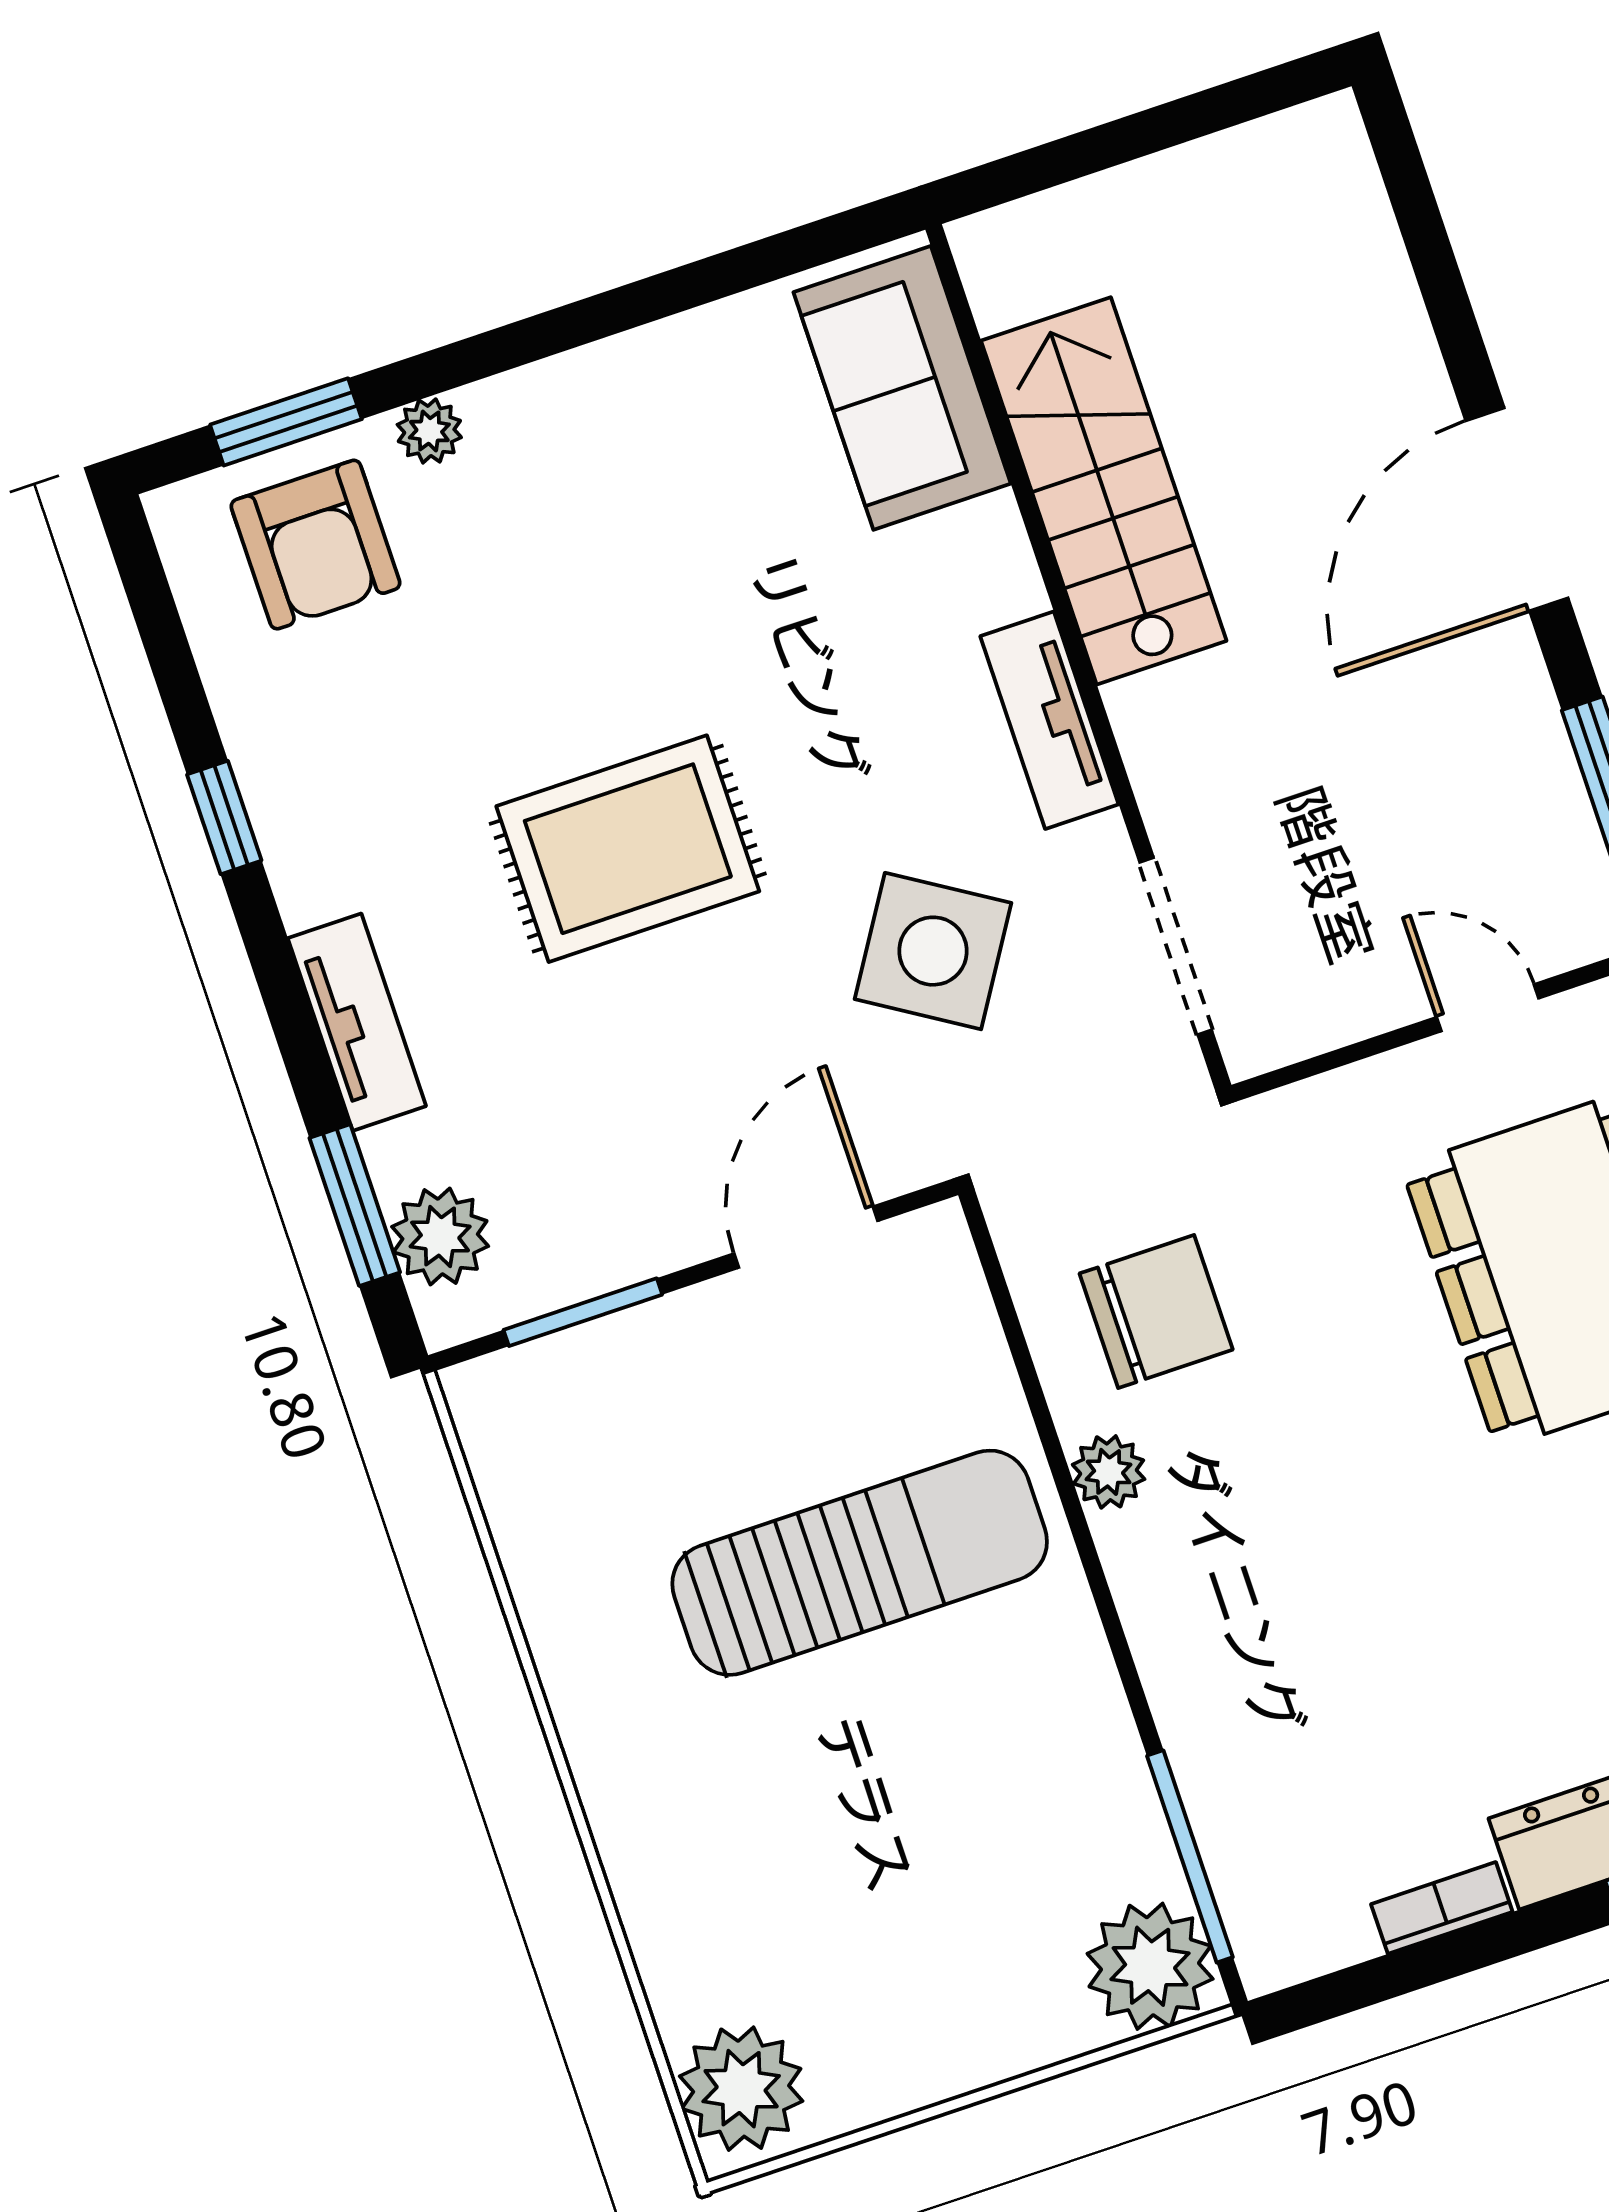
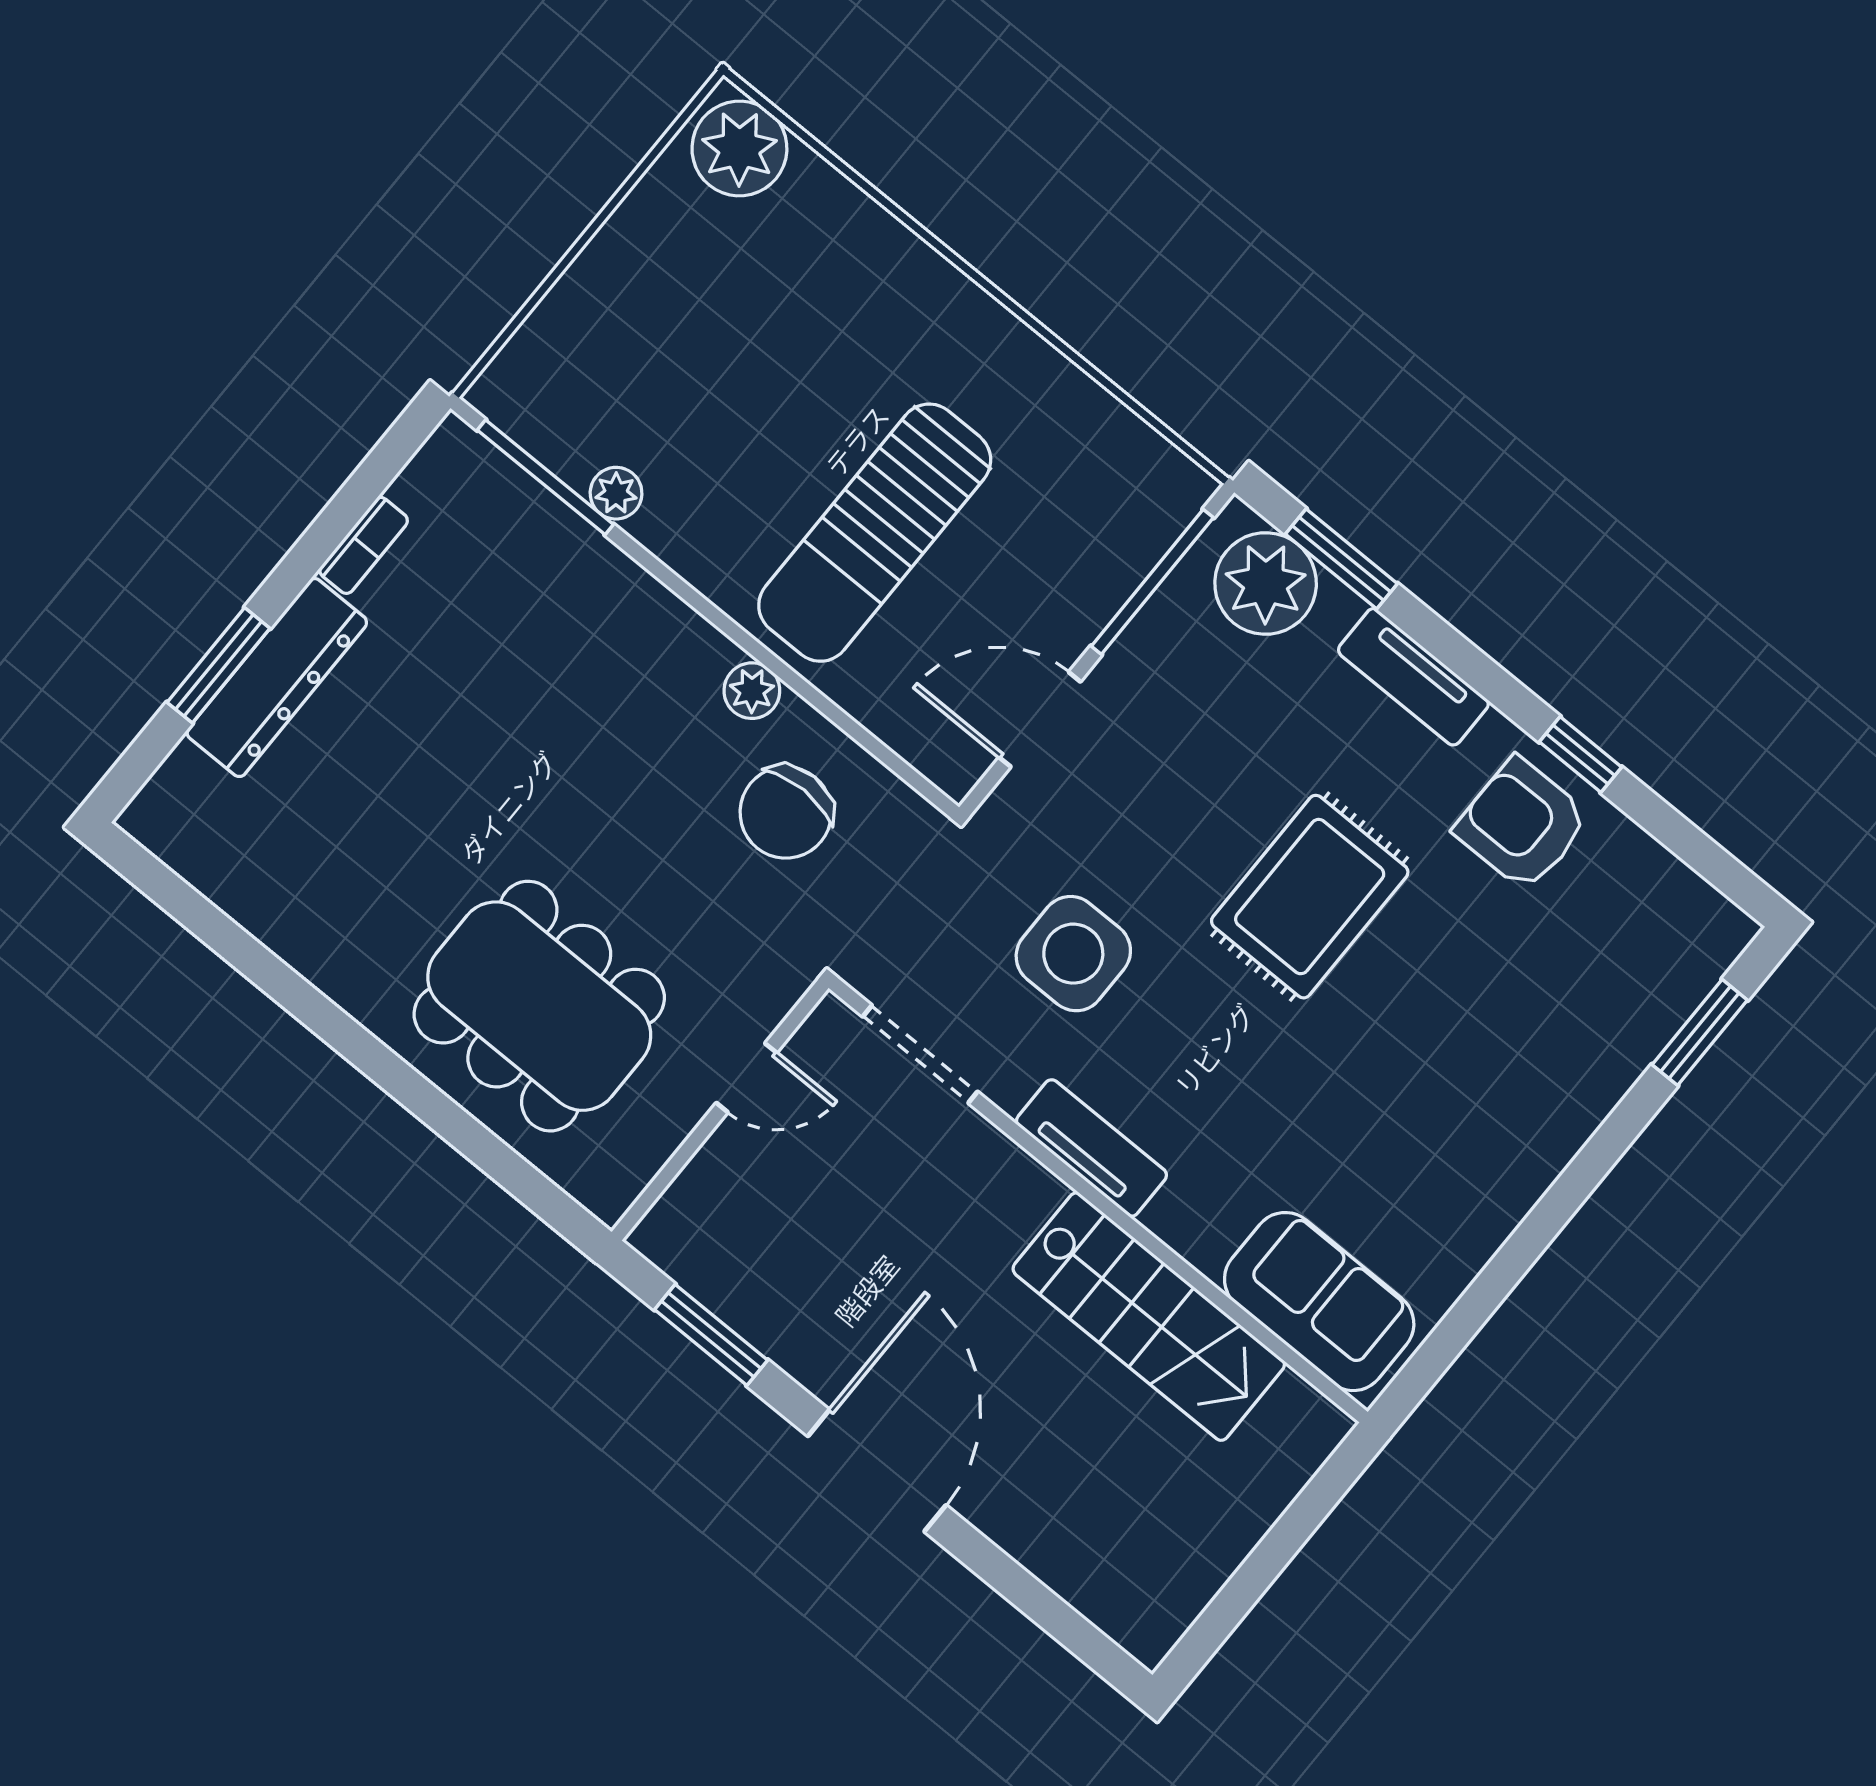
plant: (429, 431) -> (1604, 1084), removed
armchair: (315, 545) -> (1522, 824), moved
side table: (933, 951) -> (1073, 954), turned -32
door: (1488, 1008) -> (746, 1078), moved
plant: (440, 1236) -> (1266, 584), width x1.36, depth x1.36
door: (806, 1237) -> (1040, 719), swing flipped
window: (583, 1312) -> (1152, 582), width x1.44
plant: (1150, 1966) -> (616, 493), moved, width x0.53, depth x0.53

